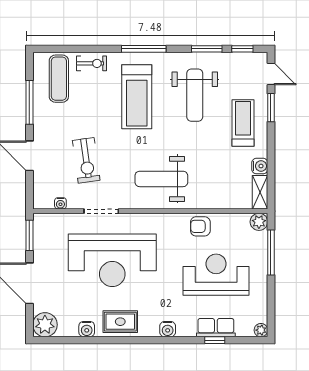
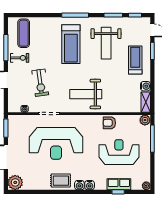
exercise bike: (92, 63) -> (20, 58), moved
water cooler: (87, 329) -> (79, 185), moved

